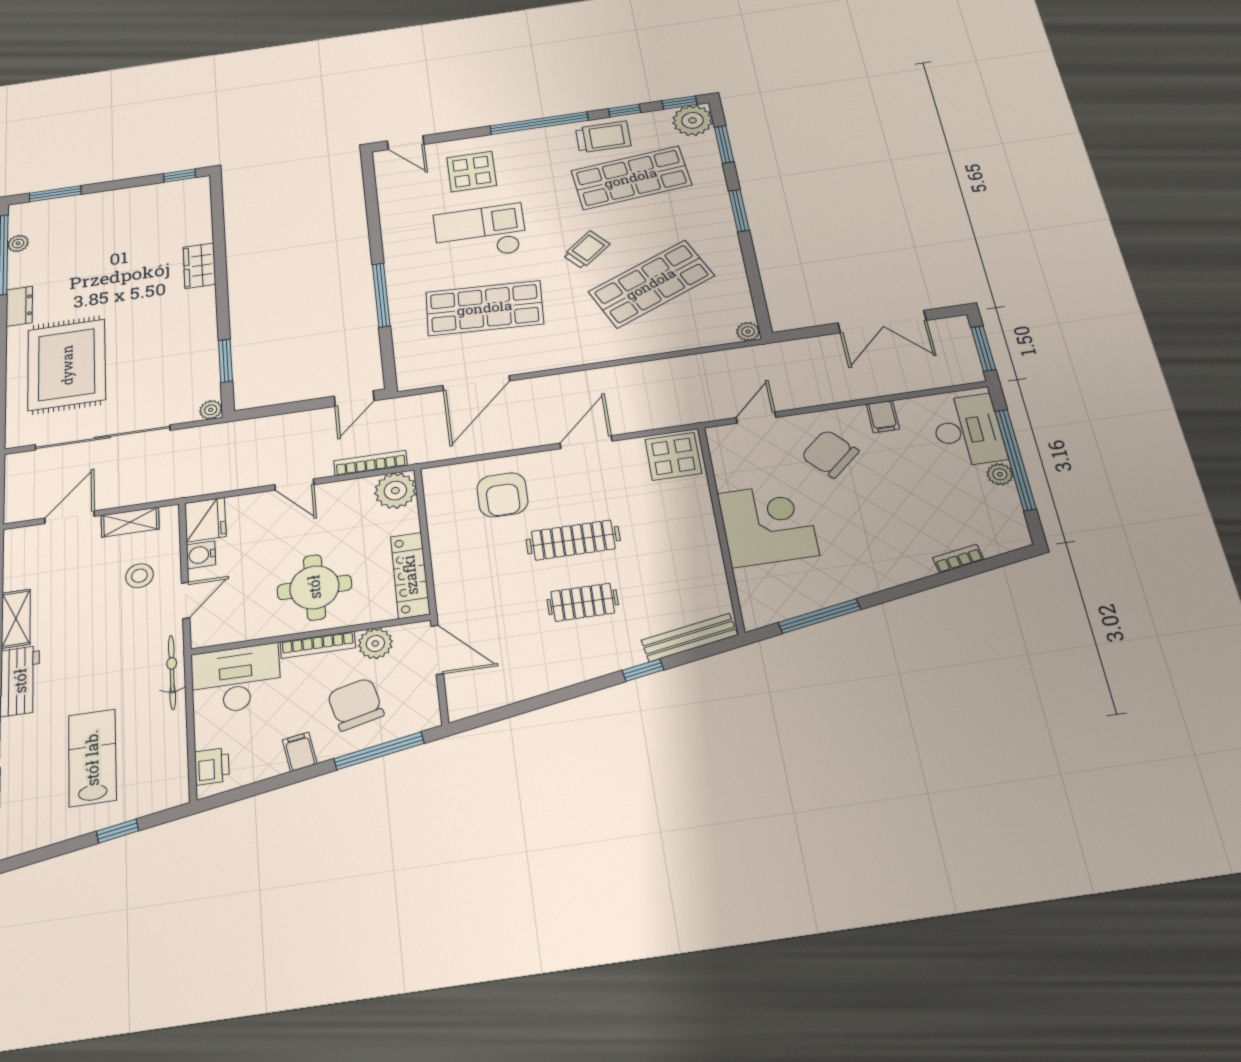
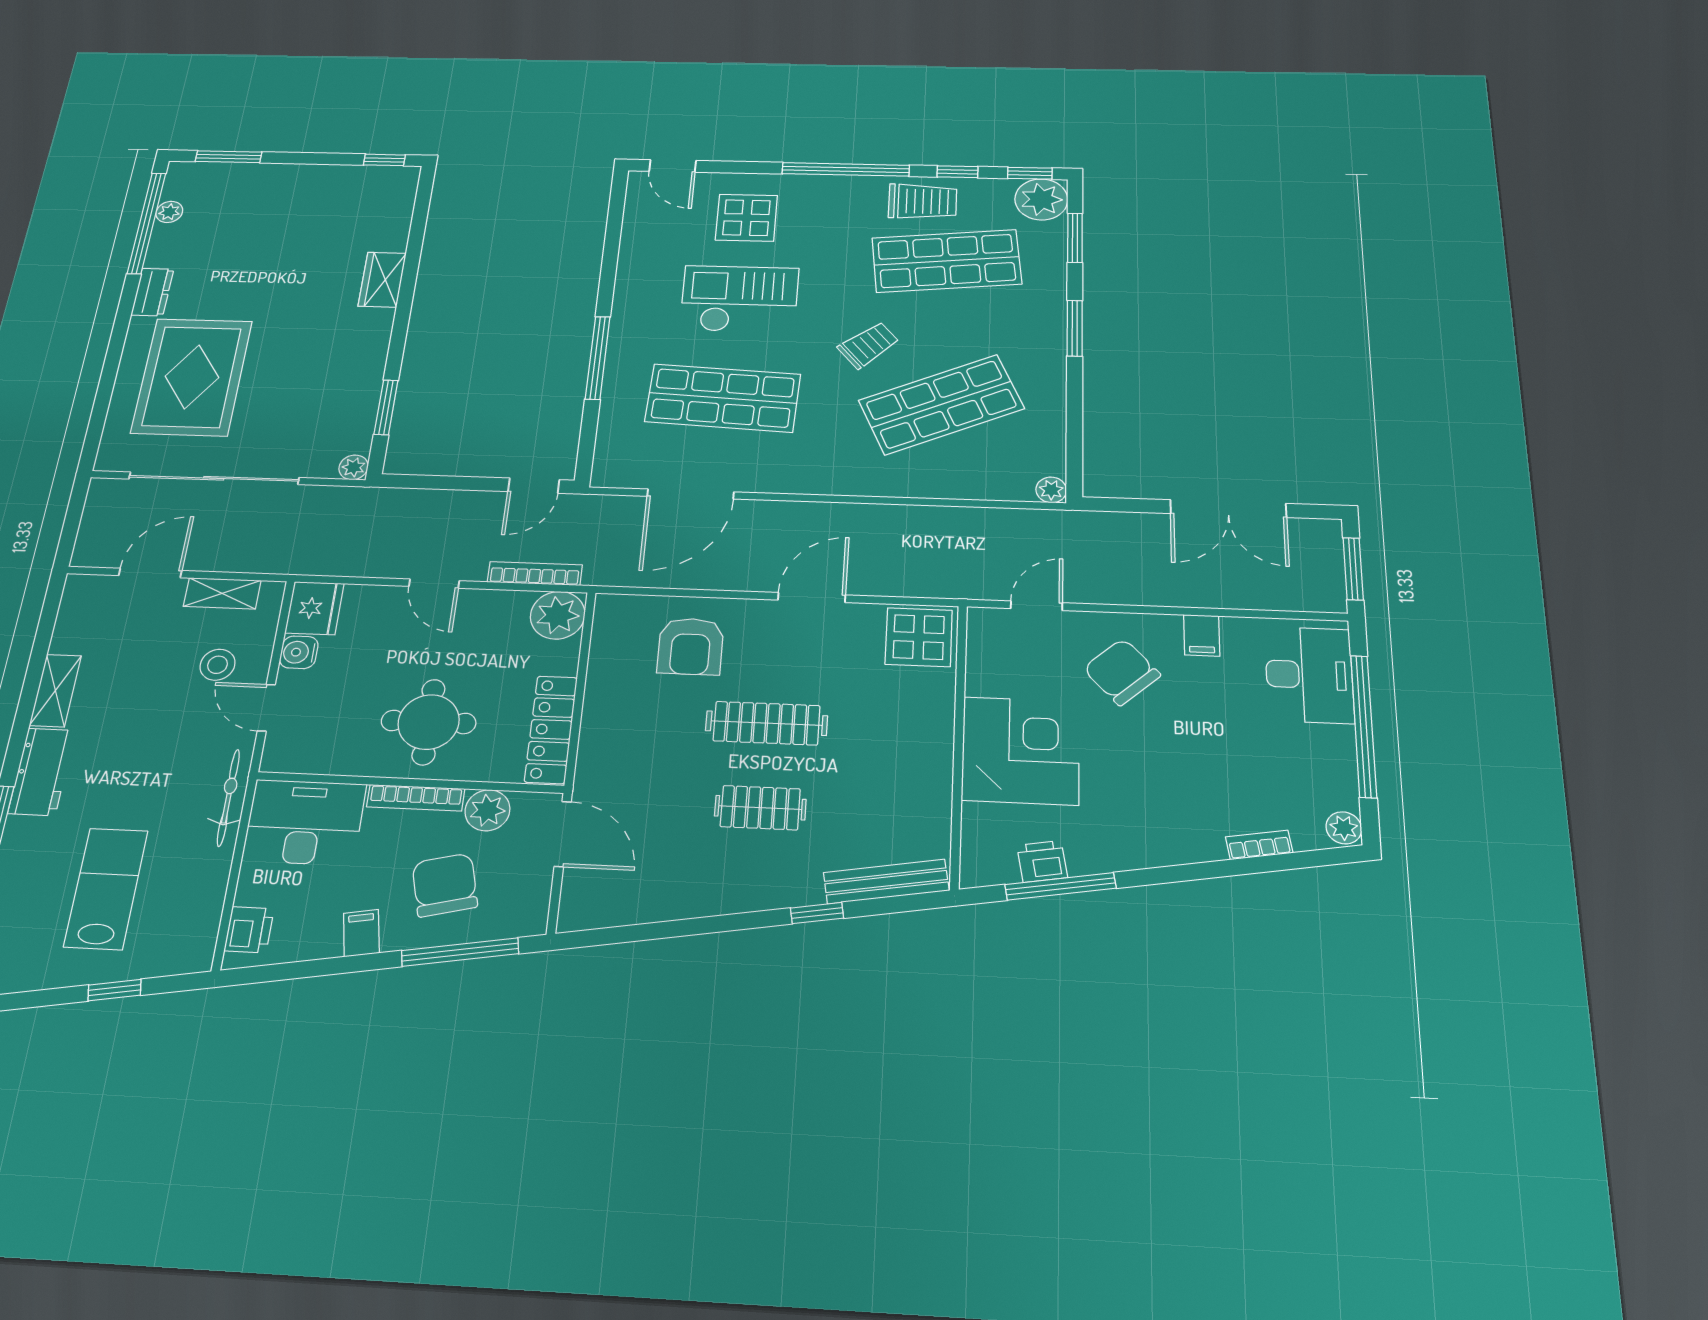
plant: (1000, 474) -> (1344, 828), moved
door: (186, 600) -> (266, 708), swing flipped
printer: (802, 601) -> (1042, 861), added

